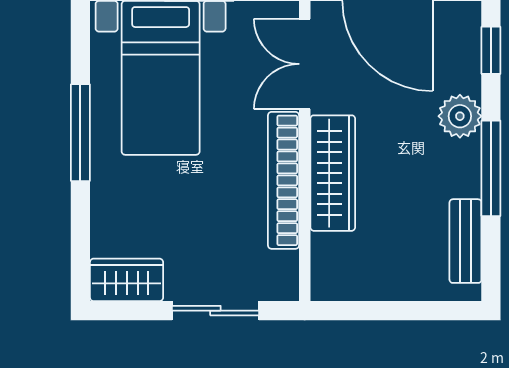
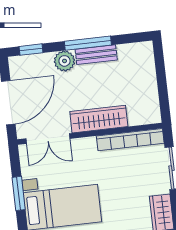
bookcase: (283, 180) -> (130, 140), moved
bench: (465, 241) -> (96, 55), moved

